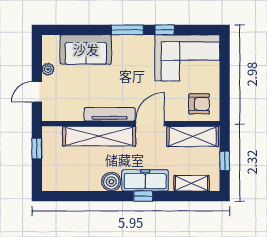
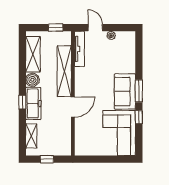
sofa: (86, 49) -> (125, 92), moved
armchair: (199, 104) -> (87, 141), removed
tv unit: (110, 114) -> (80, 49), moved
door: (150, 124) -> (73, 107), hinge flipped
shelving: (193, 136) -> (33, 54), moved

